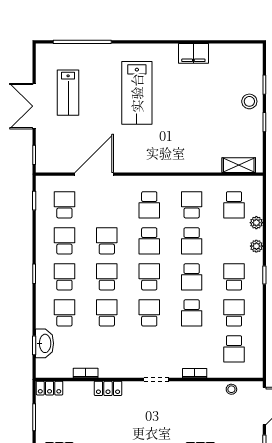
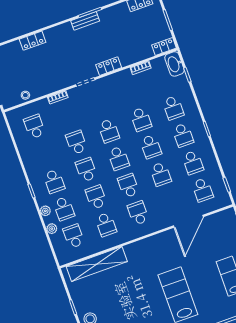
shelving: (239, 165) -> (97, 264), width x2.20, depth x1.33
school desk: (234, 313) -> (64, 209), moved
washbasin: (45, 343) -> (175, 64), moved
locker: (108, 388) -> (109, 66), moved

